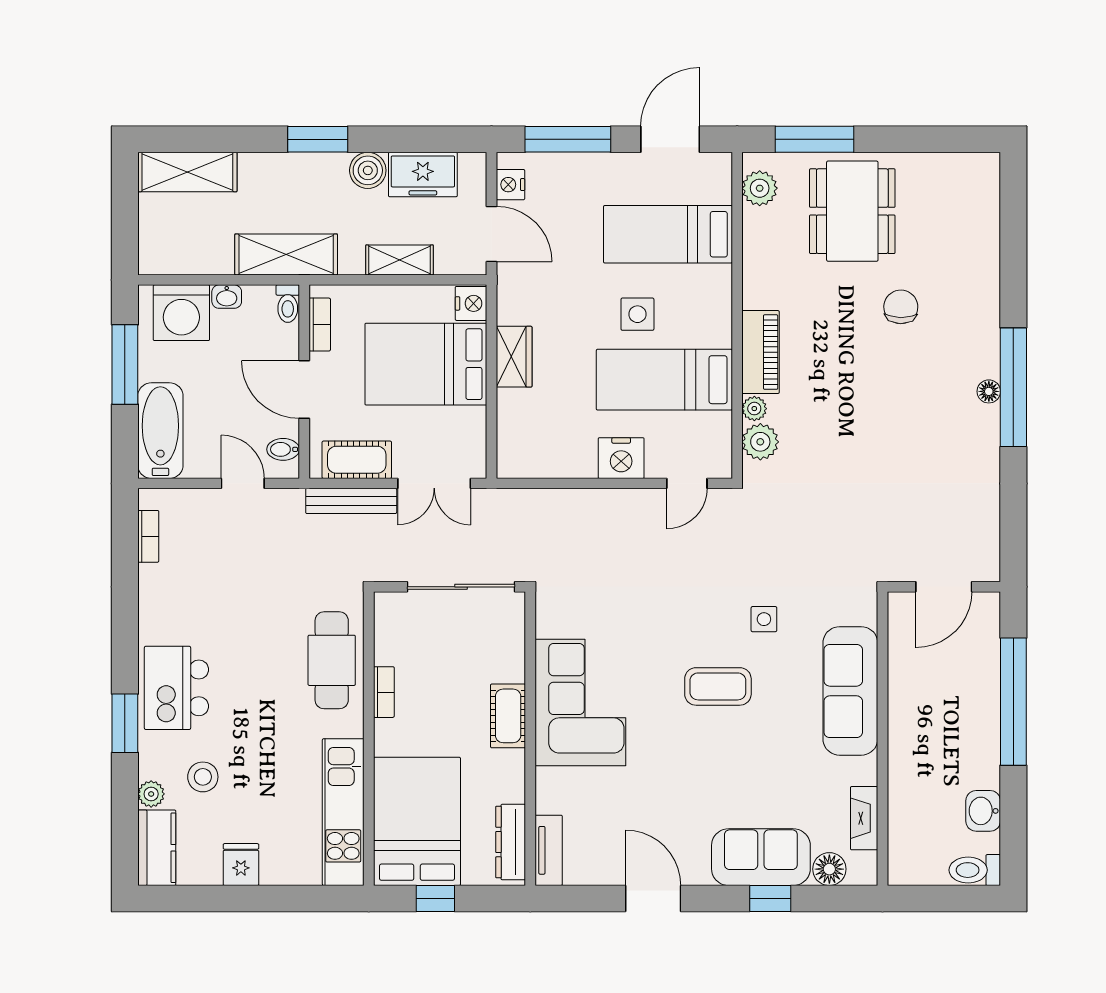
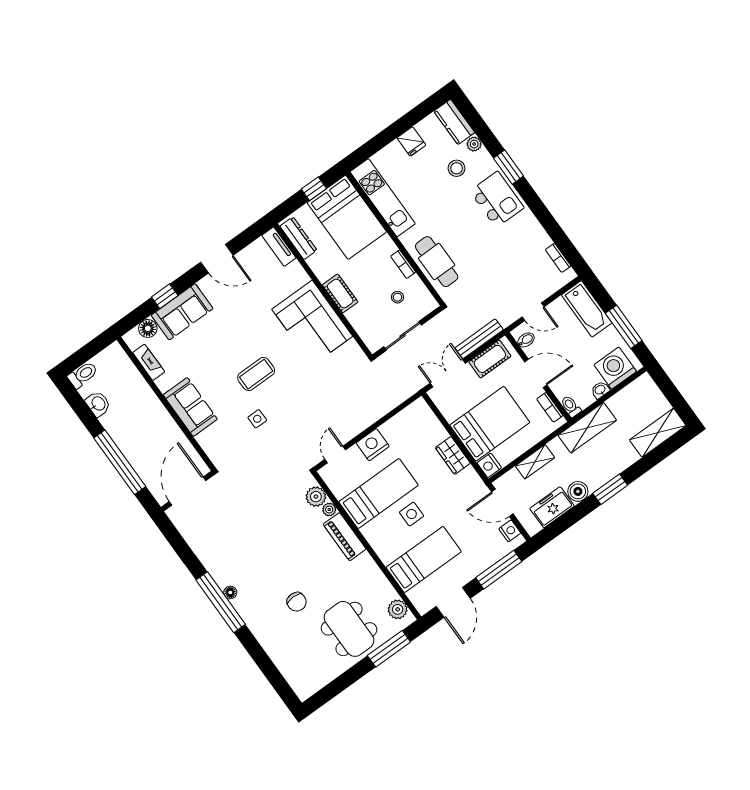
sliding door: (461, 587) -> (403, 336), width x0.73
door: (944, 587) -> (188, 491), width x1.36
stool: (427, 649) -> (397, 297), added
sofa: (850, 691) -> (190, 407), width x0.73

